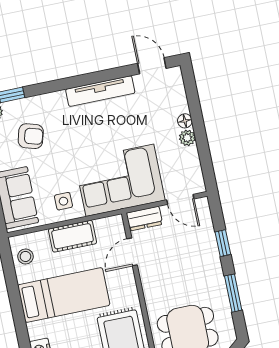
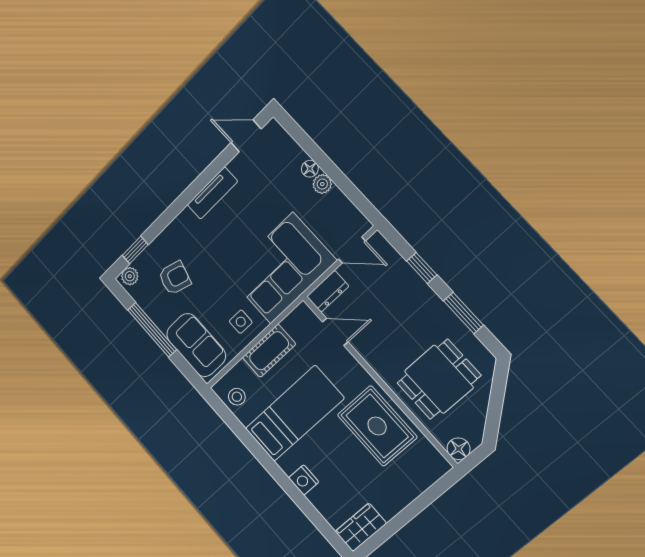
tv unit: (100, 91) -> (212, 193), width x0.71
door: (132, 252) -> (335, 332), swing flipped

